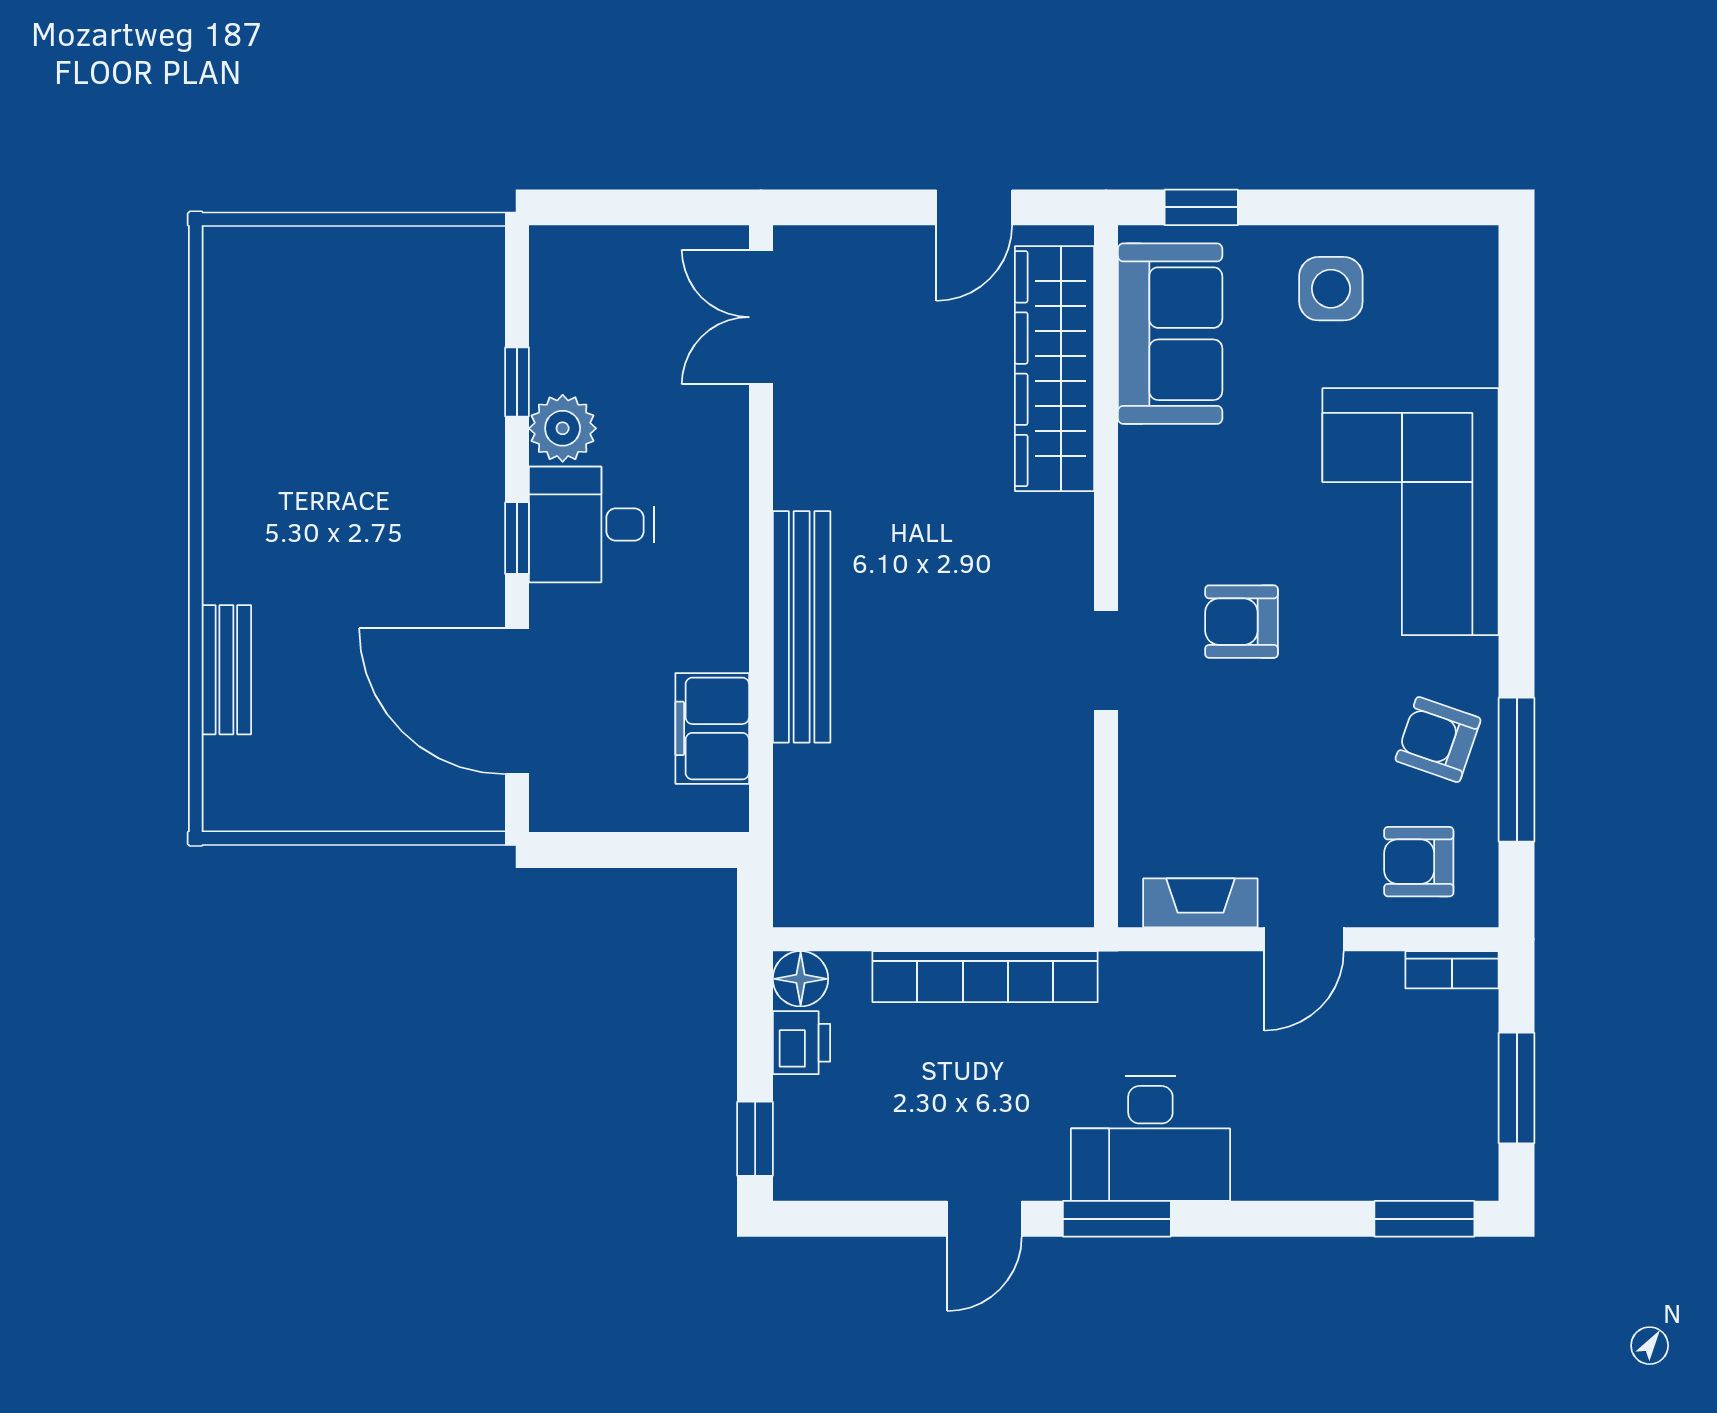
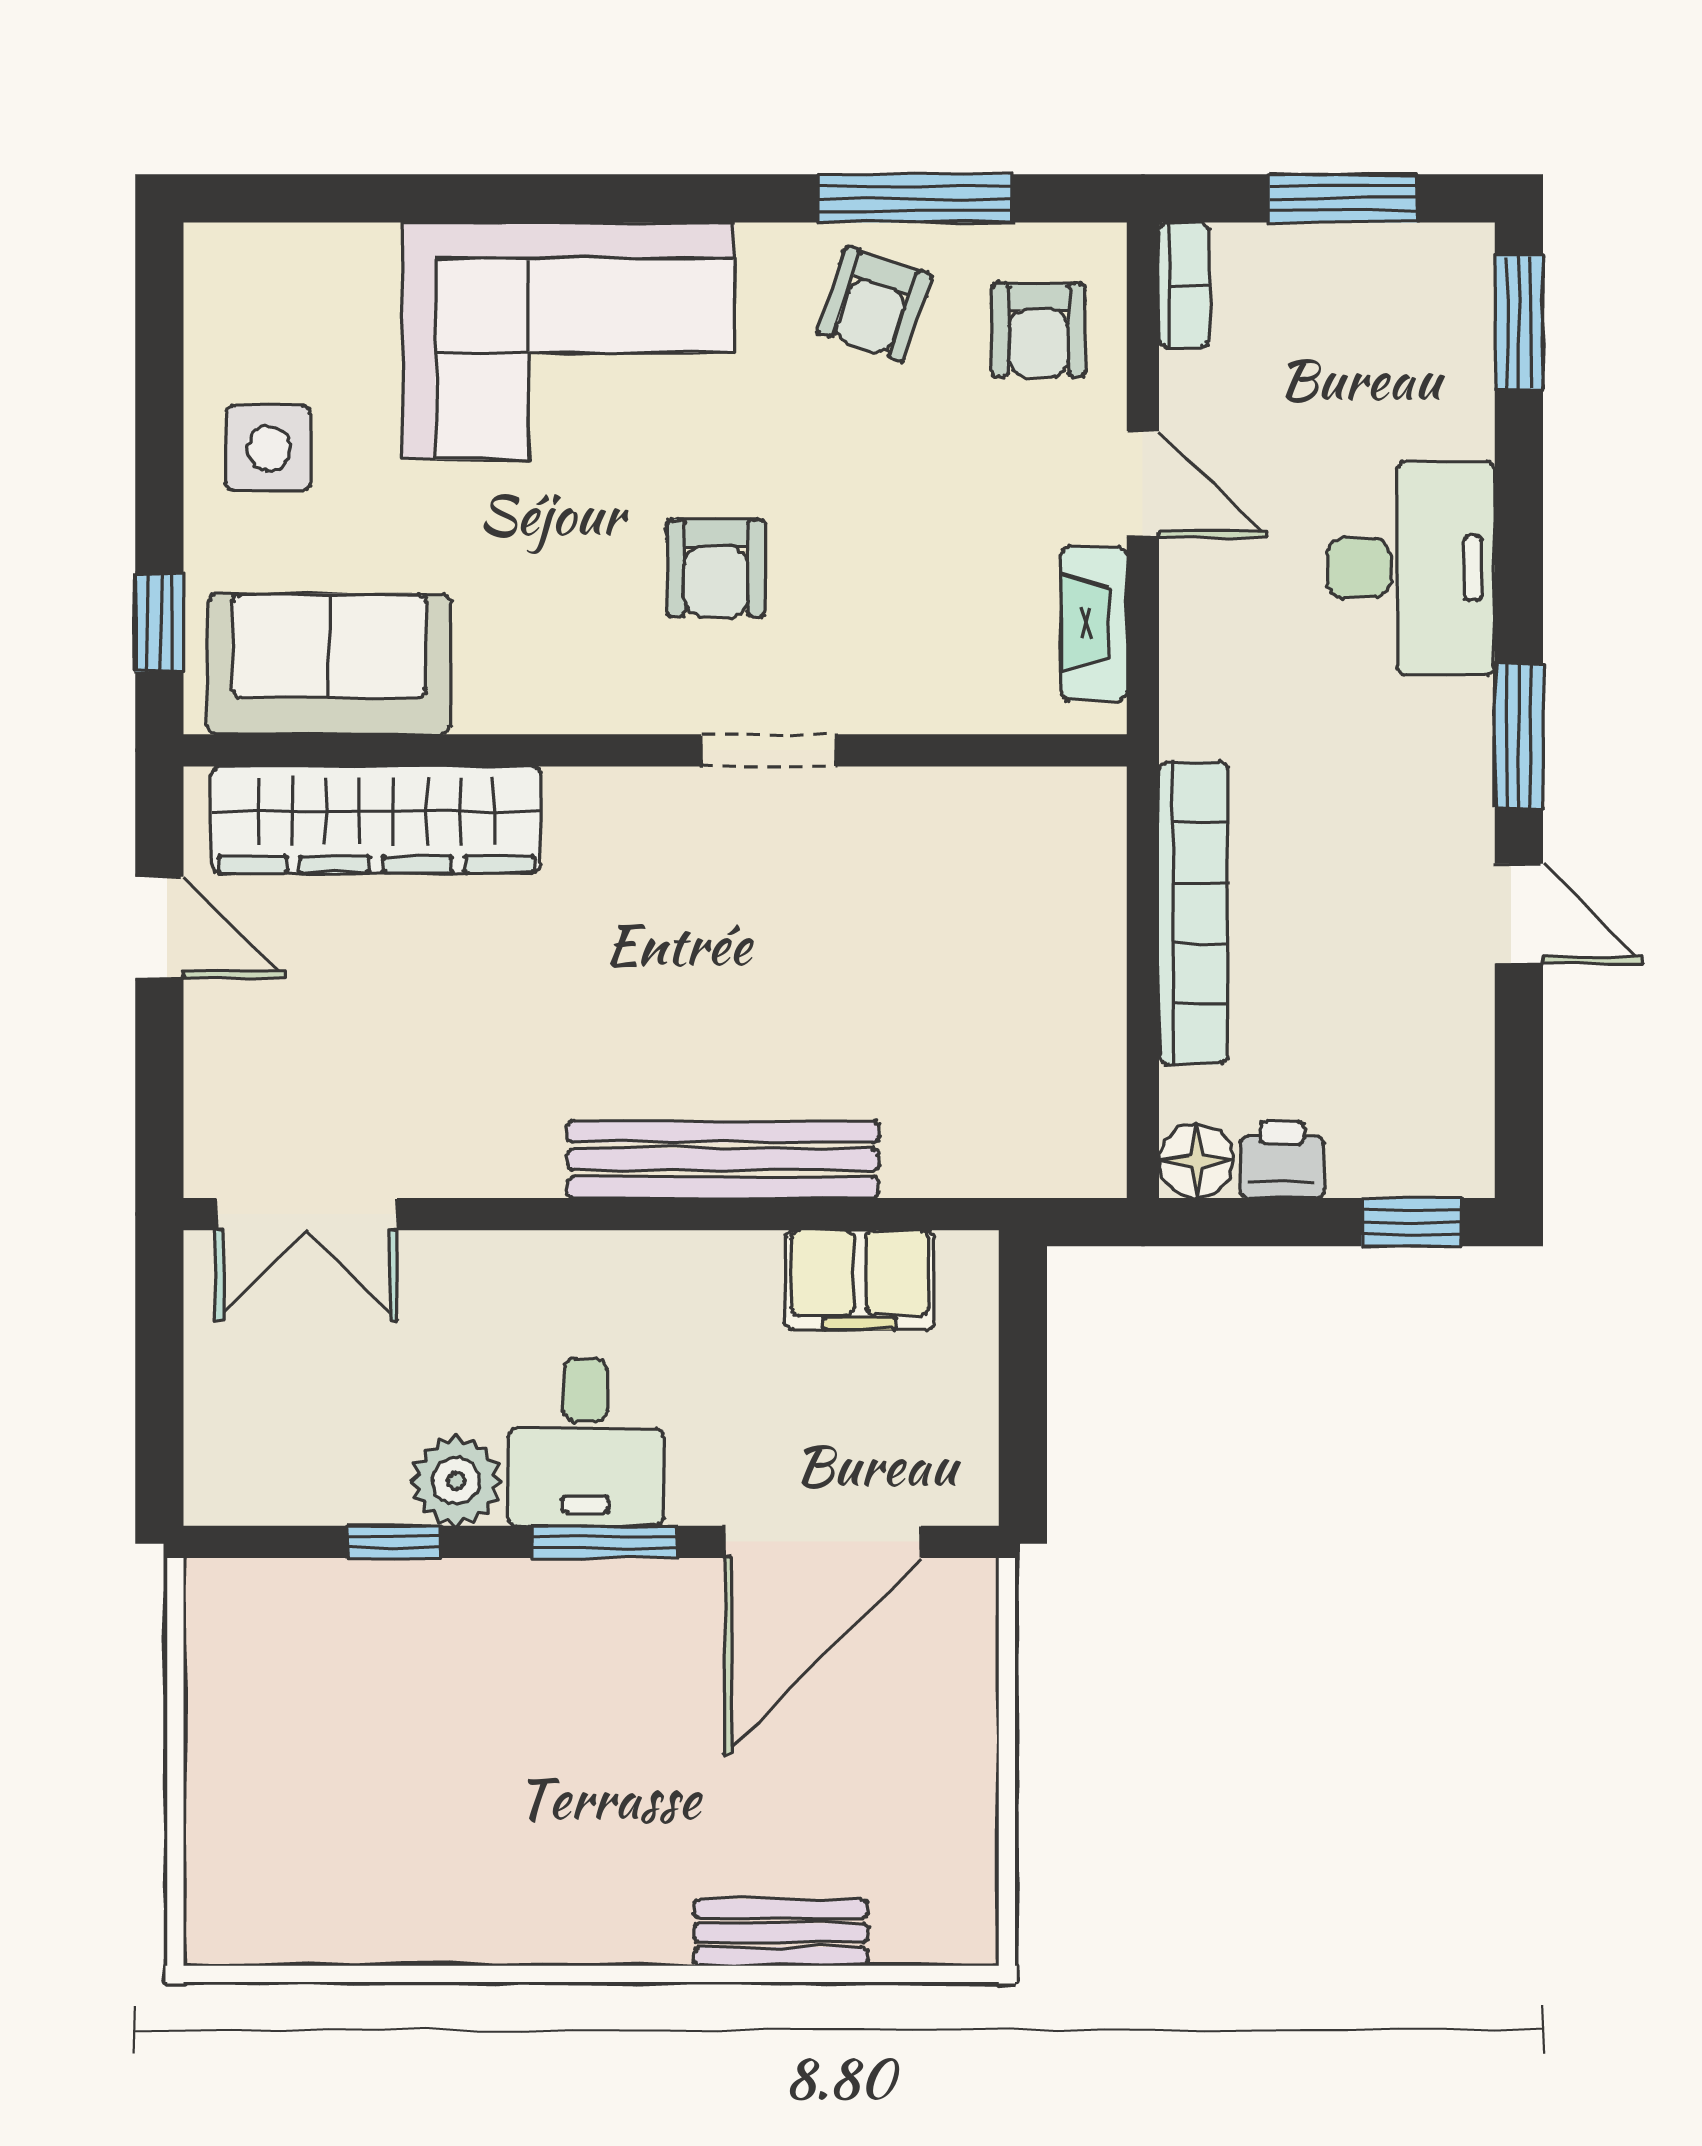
window: (517, 538) -> (604, 1542), width x1.50
desk: (1150, 1138) -> (1411, 568), moved

